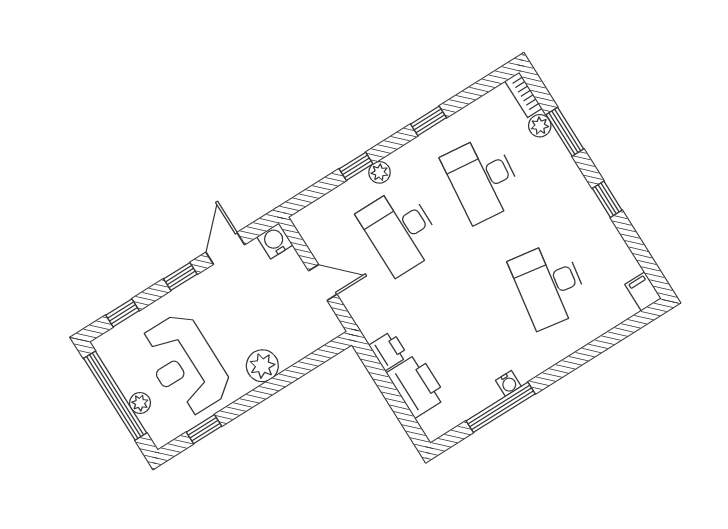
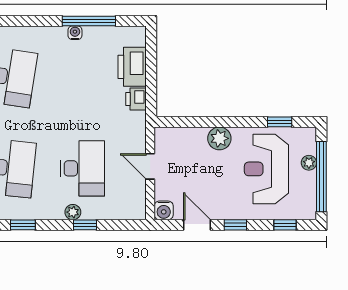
door: (225, 248) -> (197, 225), swing flipped
reception desk: (185, 365) -> (266, 169), turned 180

